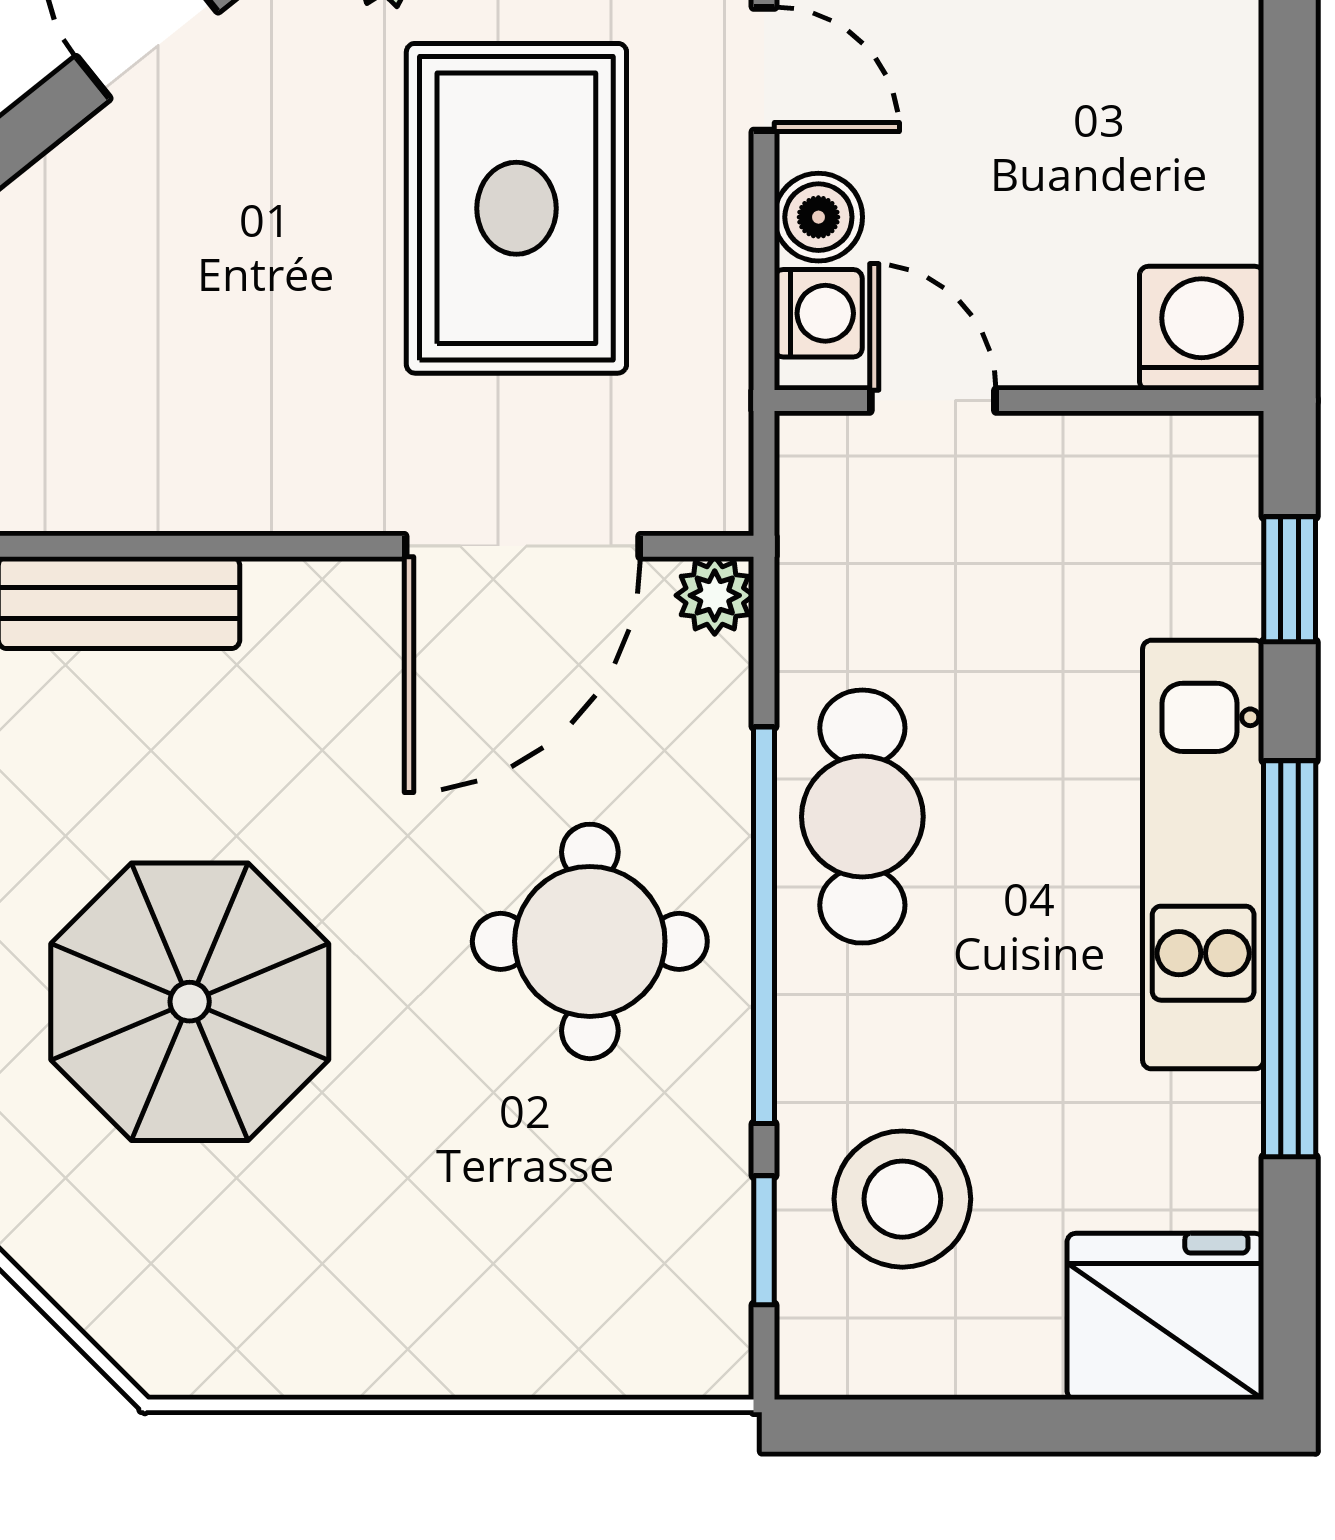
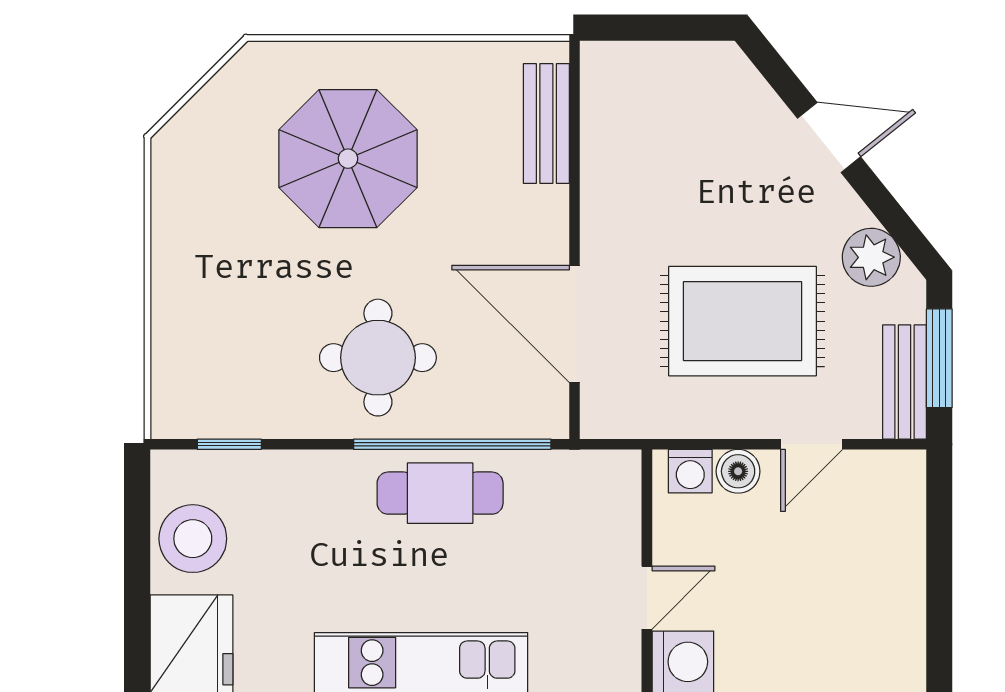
door: (933, 401) -> (647, 598), moved
plant: (715, 595) -> (550, 420), removed
window: (764, 925) -> (452, 444), moved
stool: (902, 1199) -> (193, 539), moved

